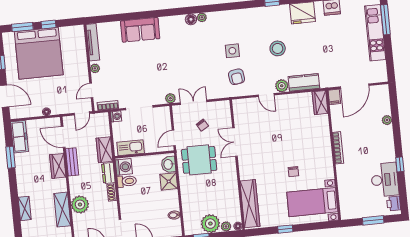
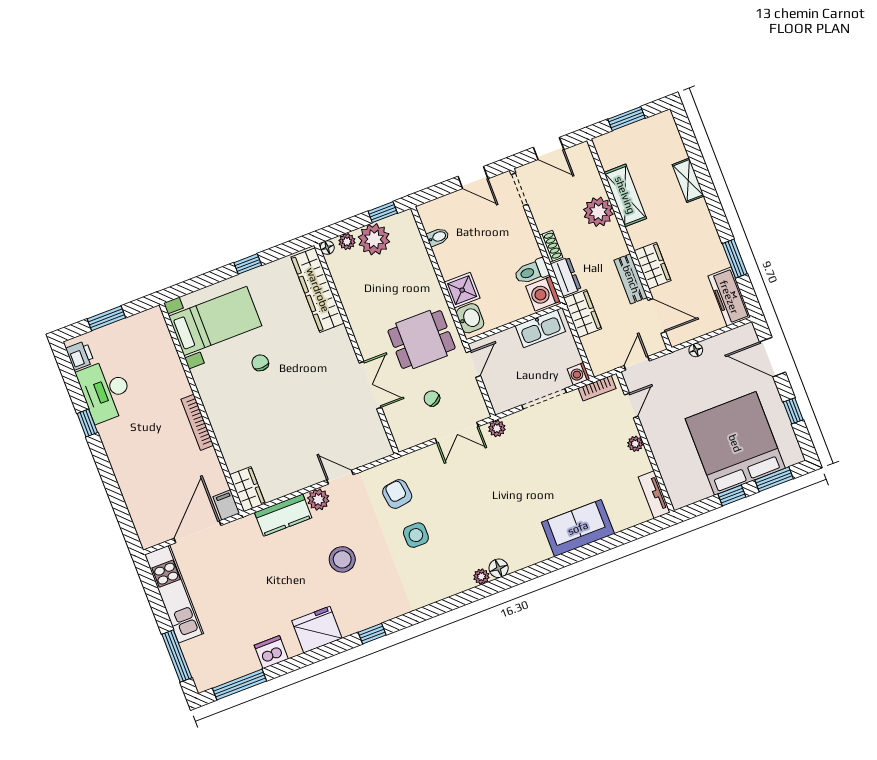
kitchen unit: (375, 33) -> (174, 594), moved
tv unit: (93, 42) -> (654, 495), width x0.71
plant: (387, 120) -> (129, 490), removed

